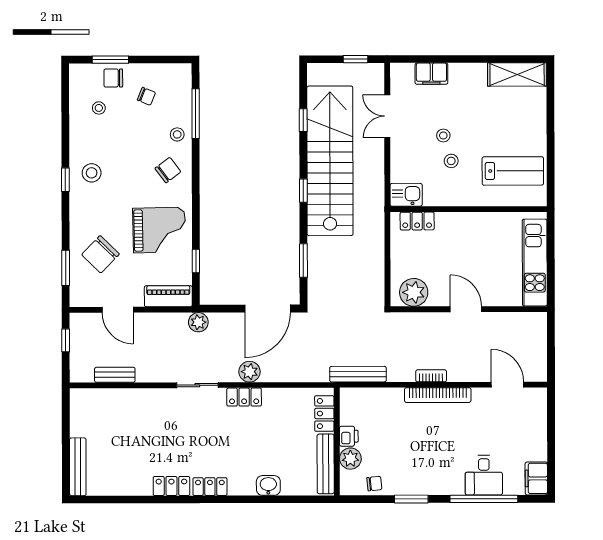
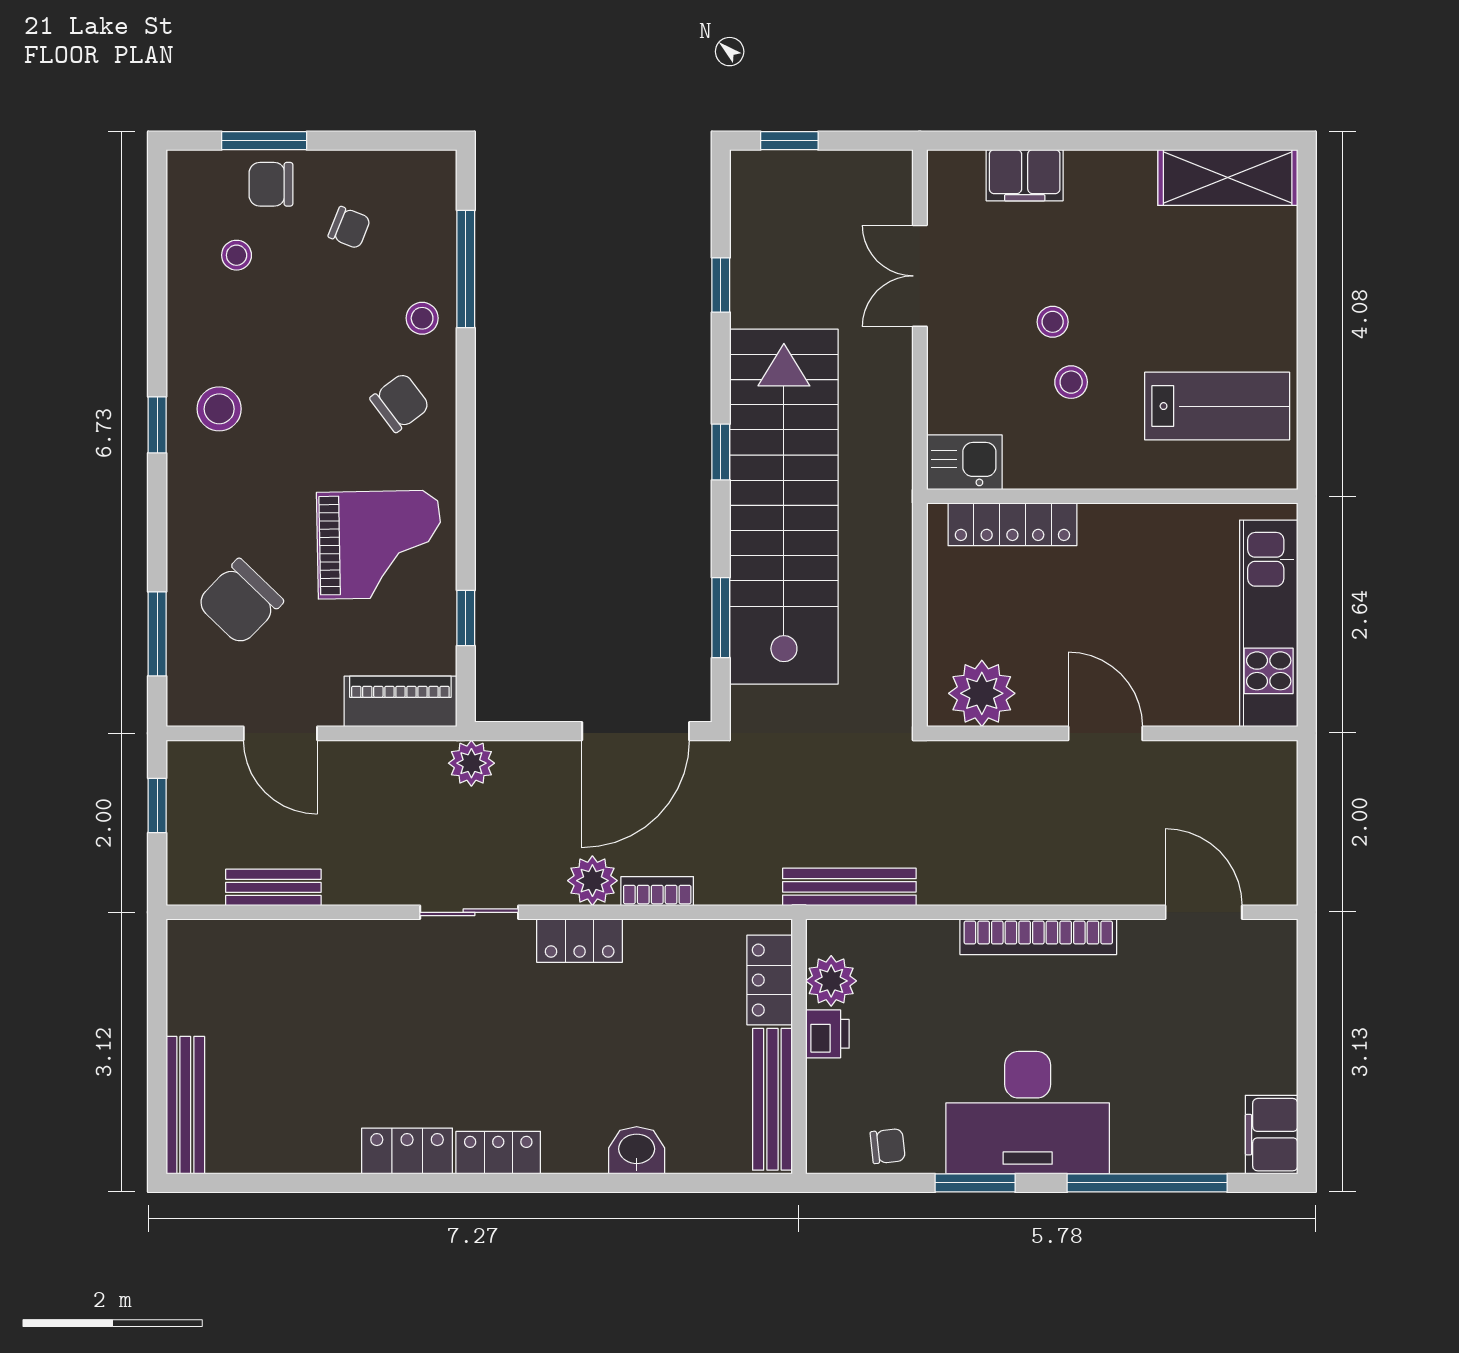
window: (355, 59) -> (789, 141), moved
stairs: (330, 161) -> (784, 507), moved
locker: (417, 221) -> (1012, 524), width x1.53
bookcase: (431, 376) -> (657, 891), moved
plant: (350, 459) -> (831, 981), moved
desk: (484, 475) -> (1028, 1113), moved, width x1.87, depth x1.30

